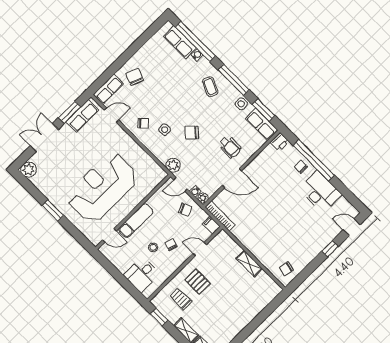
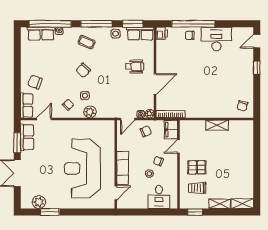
chair: (192, 133) -> (83, 70), moved
plant: (173, 165) -> (90, 112), moved
plant: (29, 170) -> (39, 202), moved
window: (53, 210) -> (50, 212), moved
filing cabinet: (211, 225) -> (171, 130), width x2.00

